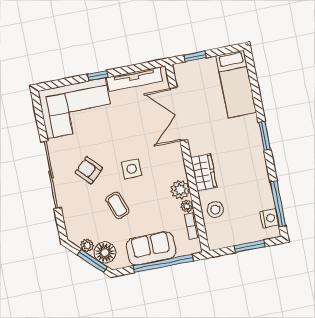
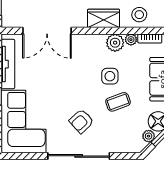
side table: (132, 169) -> (110, 76), moved

